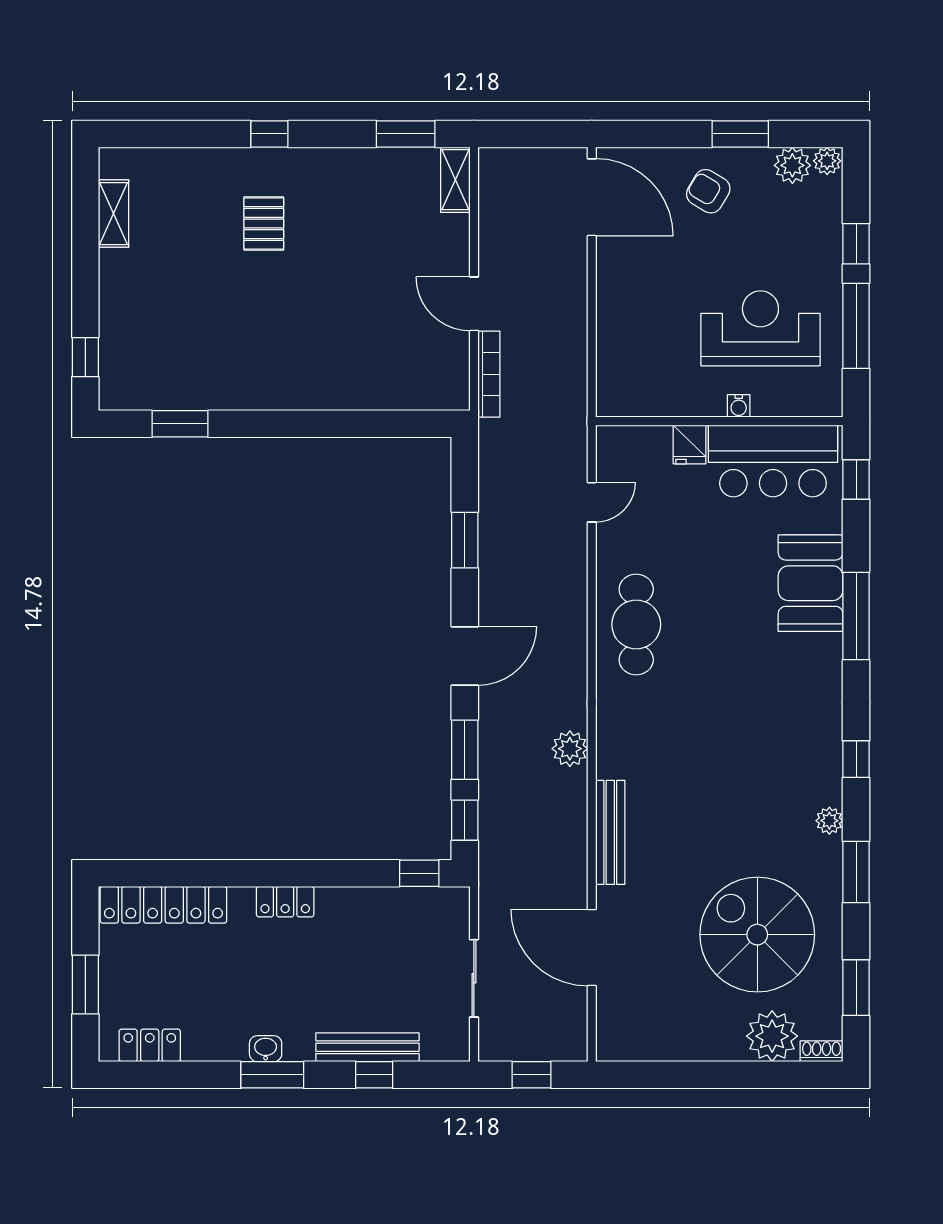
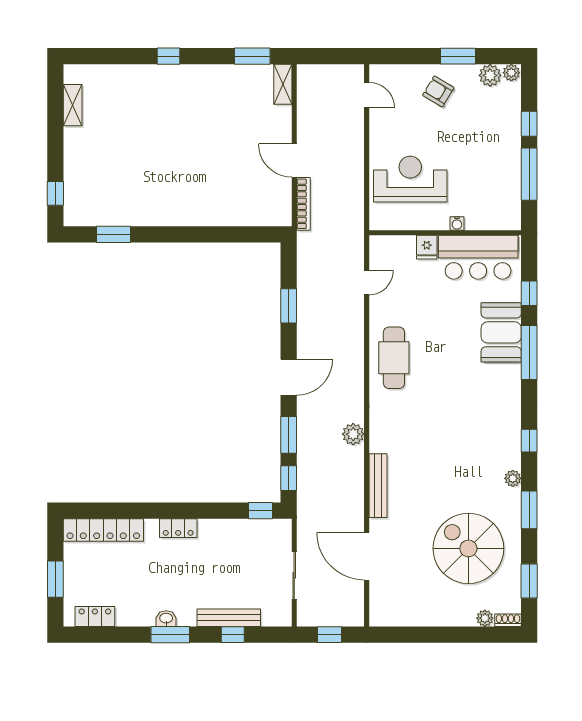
door: (592, 197) -> (367, 95), width x0.53
pallet: (264, 223) -> (165, 111), removed
reception desk: (760, 328) -> (410, 179), moved
window: (856, 480) -> (529, 293), moved
plant: (772, 1036) -> (485, 618), width x0.53, depth x0.53

